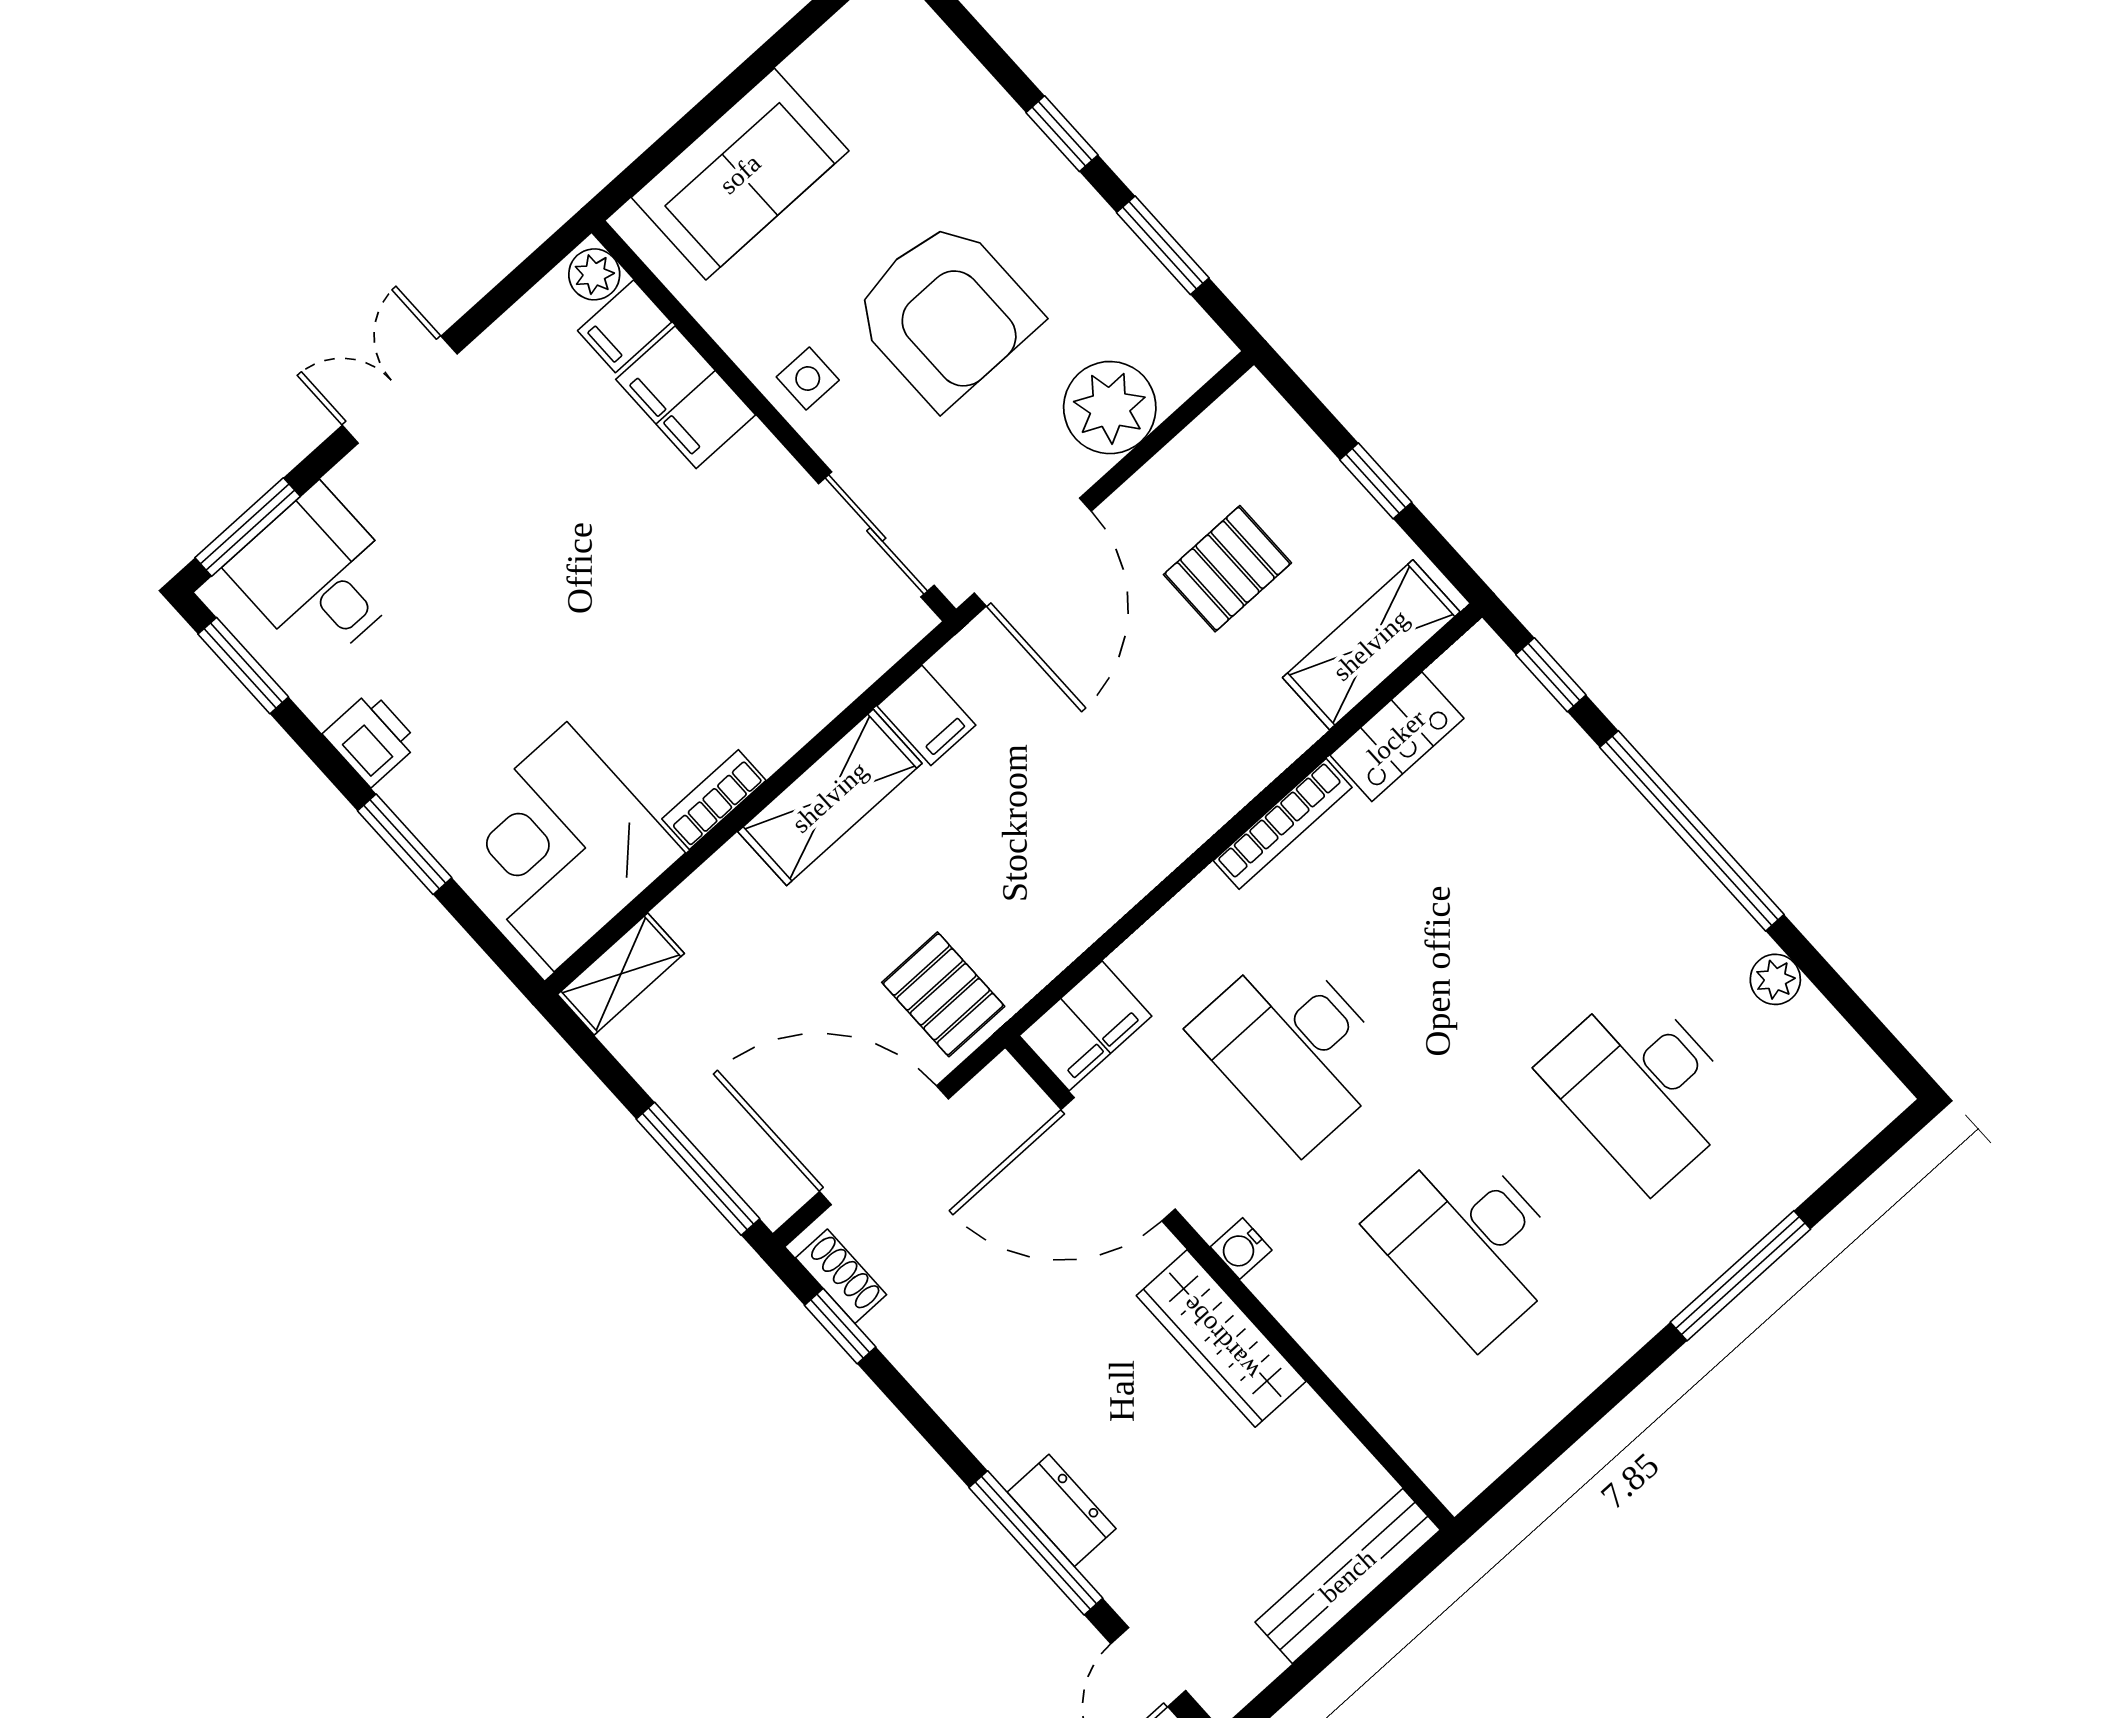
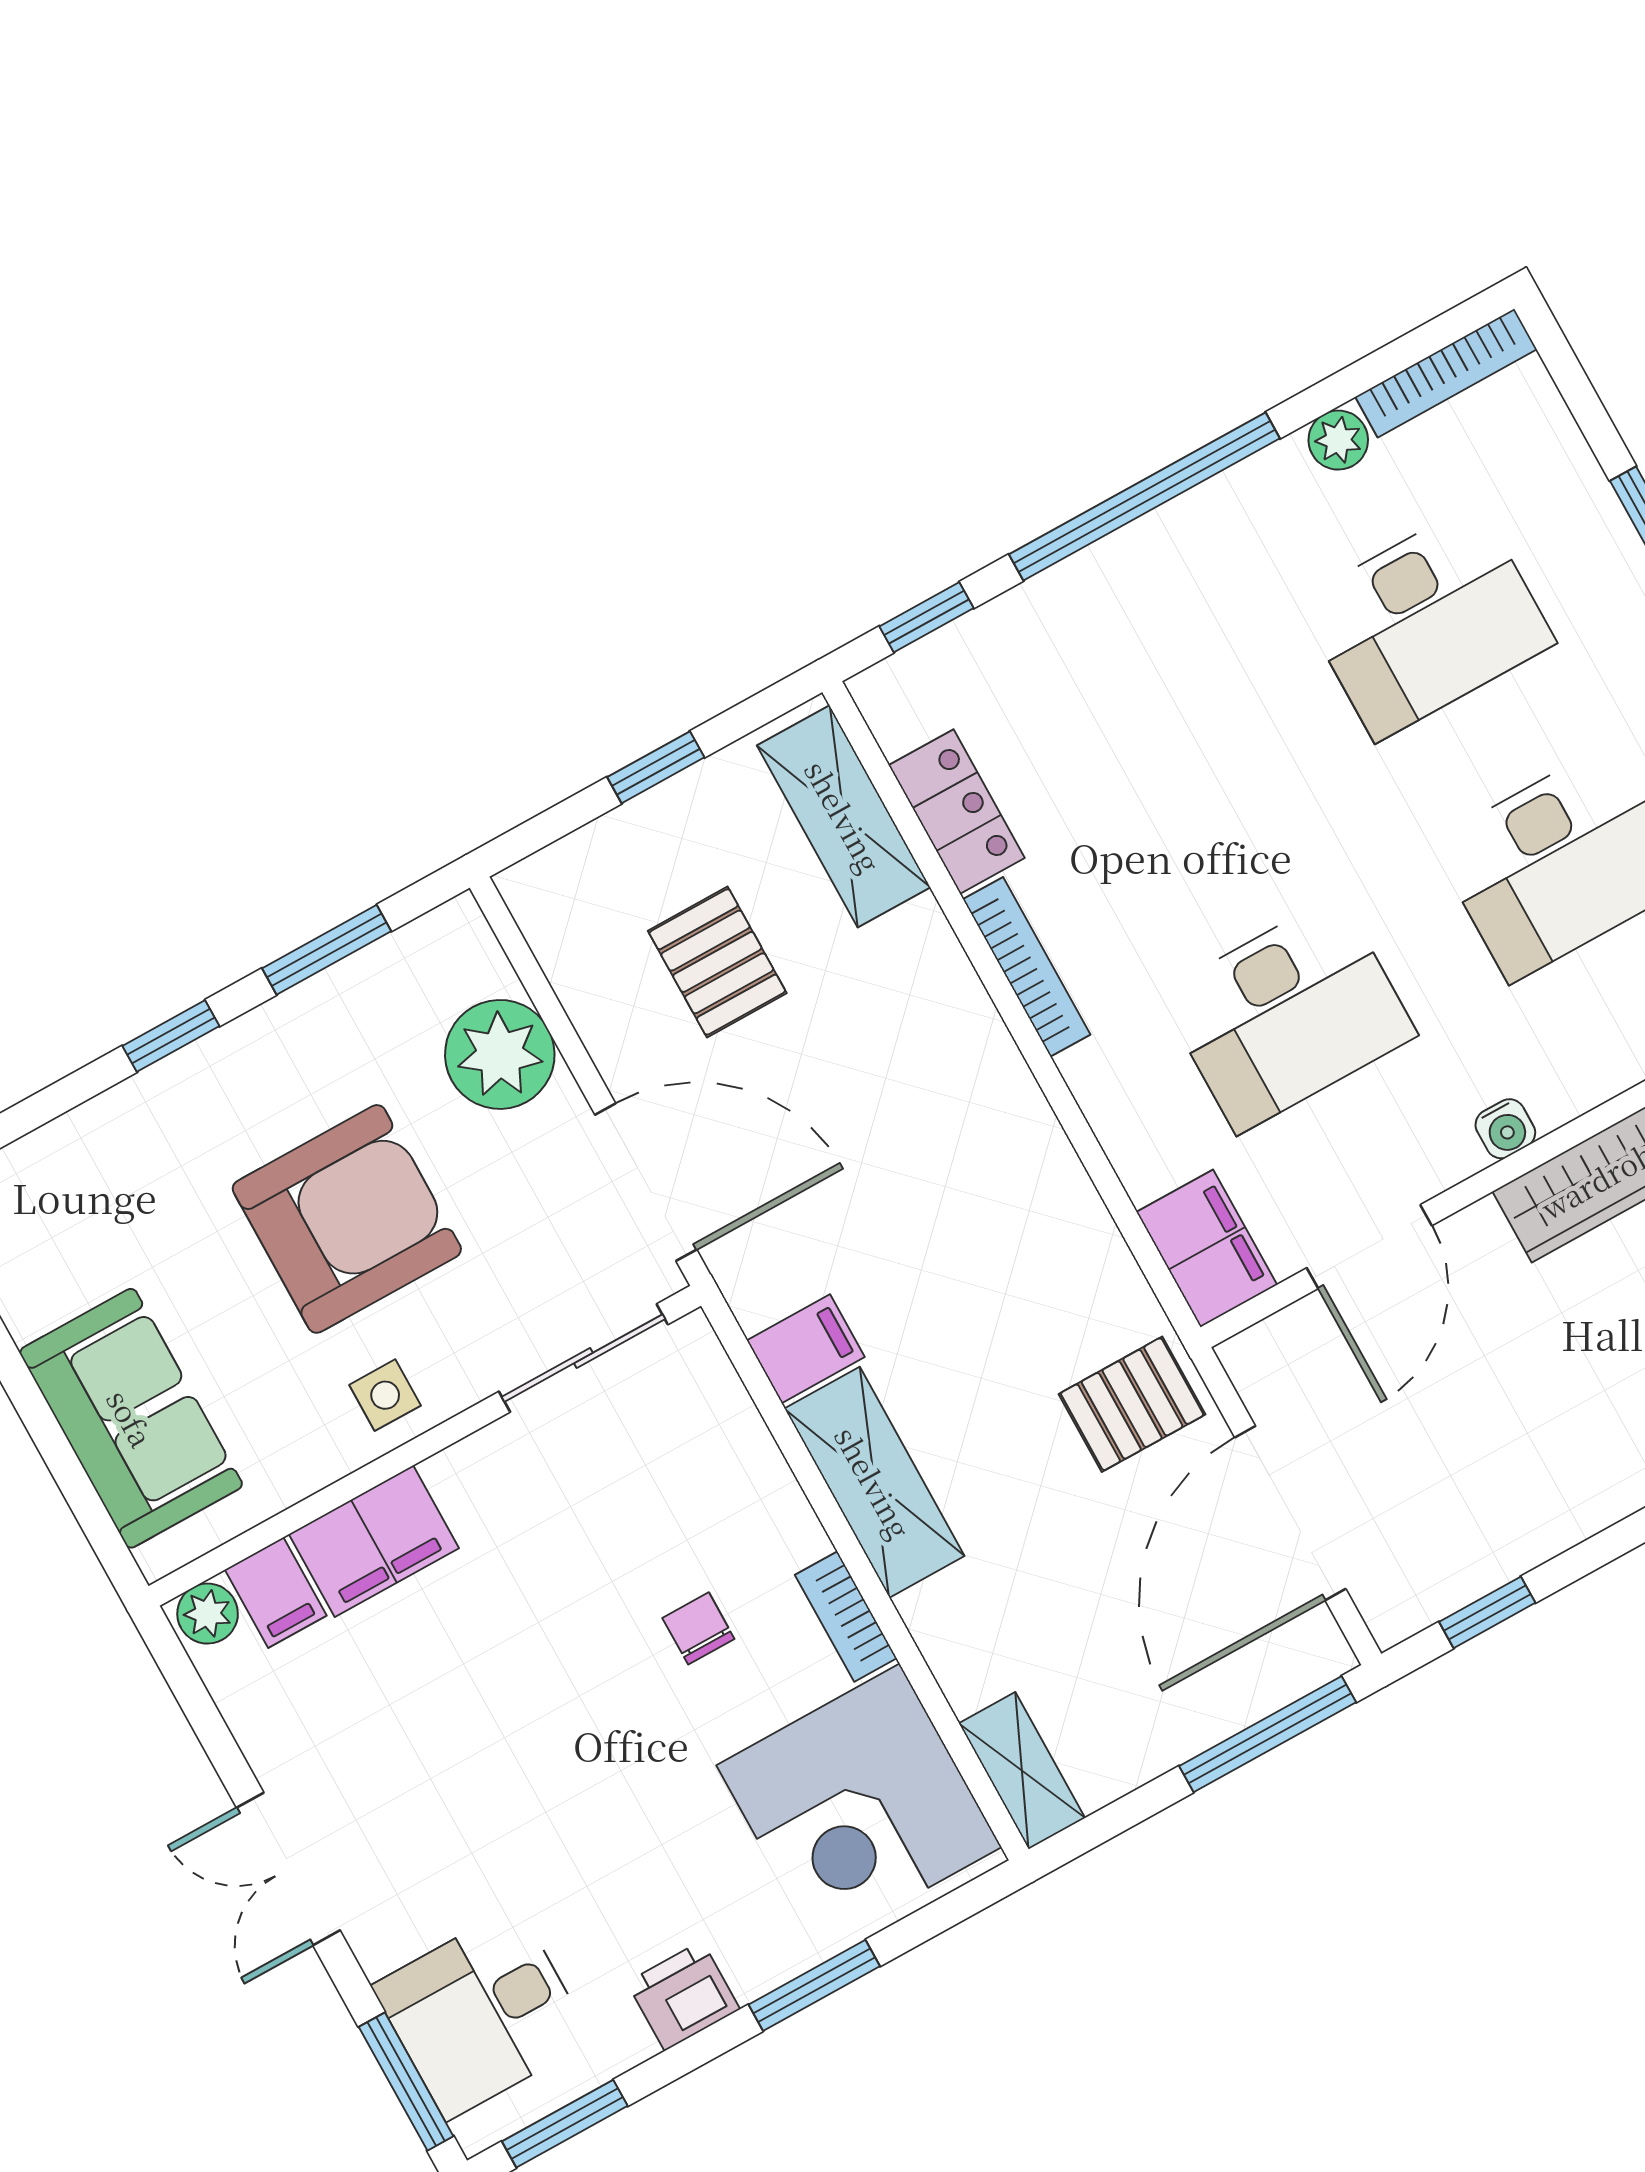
chair: (676, 681) -> (698, 1628), added
bookcase: (1851, 1055) -> (1446, 373), added
door: (1118, 1159) -> (1369, 1247), width x0.73
shoe rack: (841, 1276) -> (1430, 1598), removed

